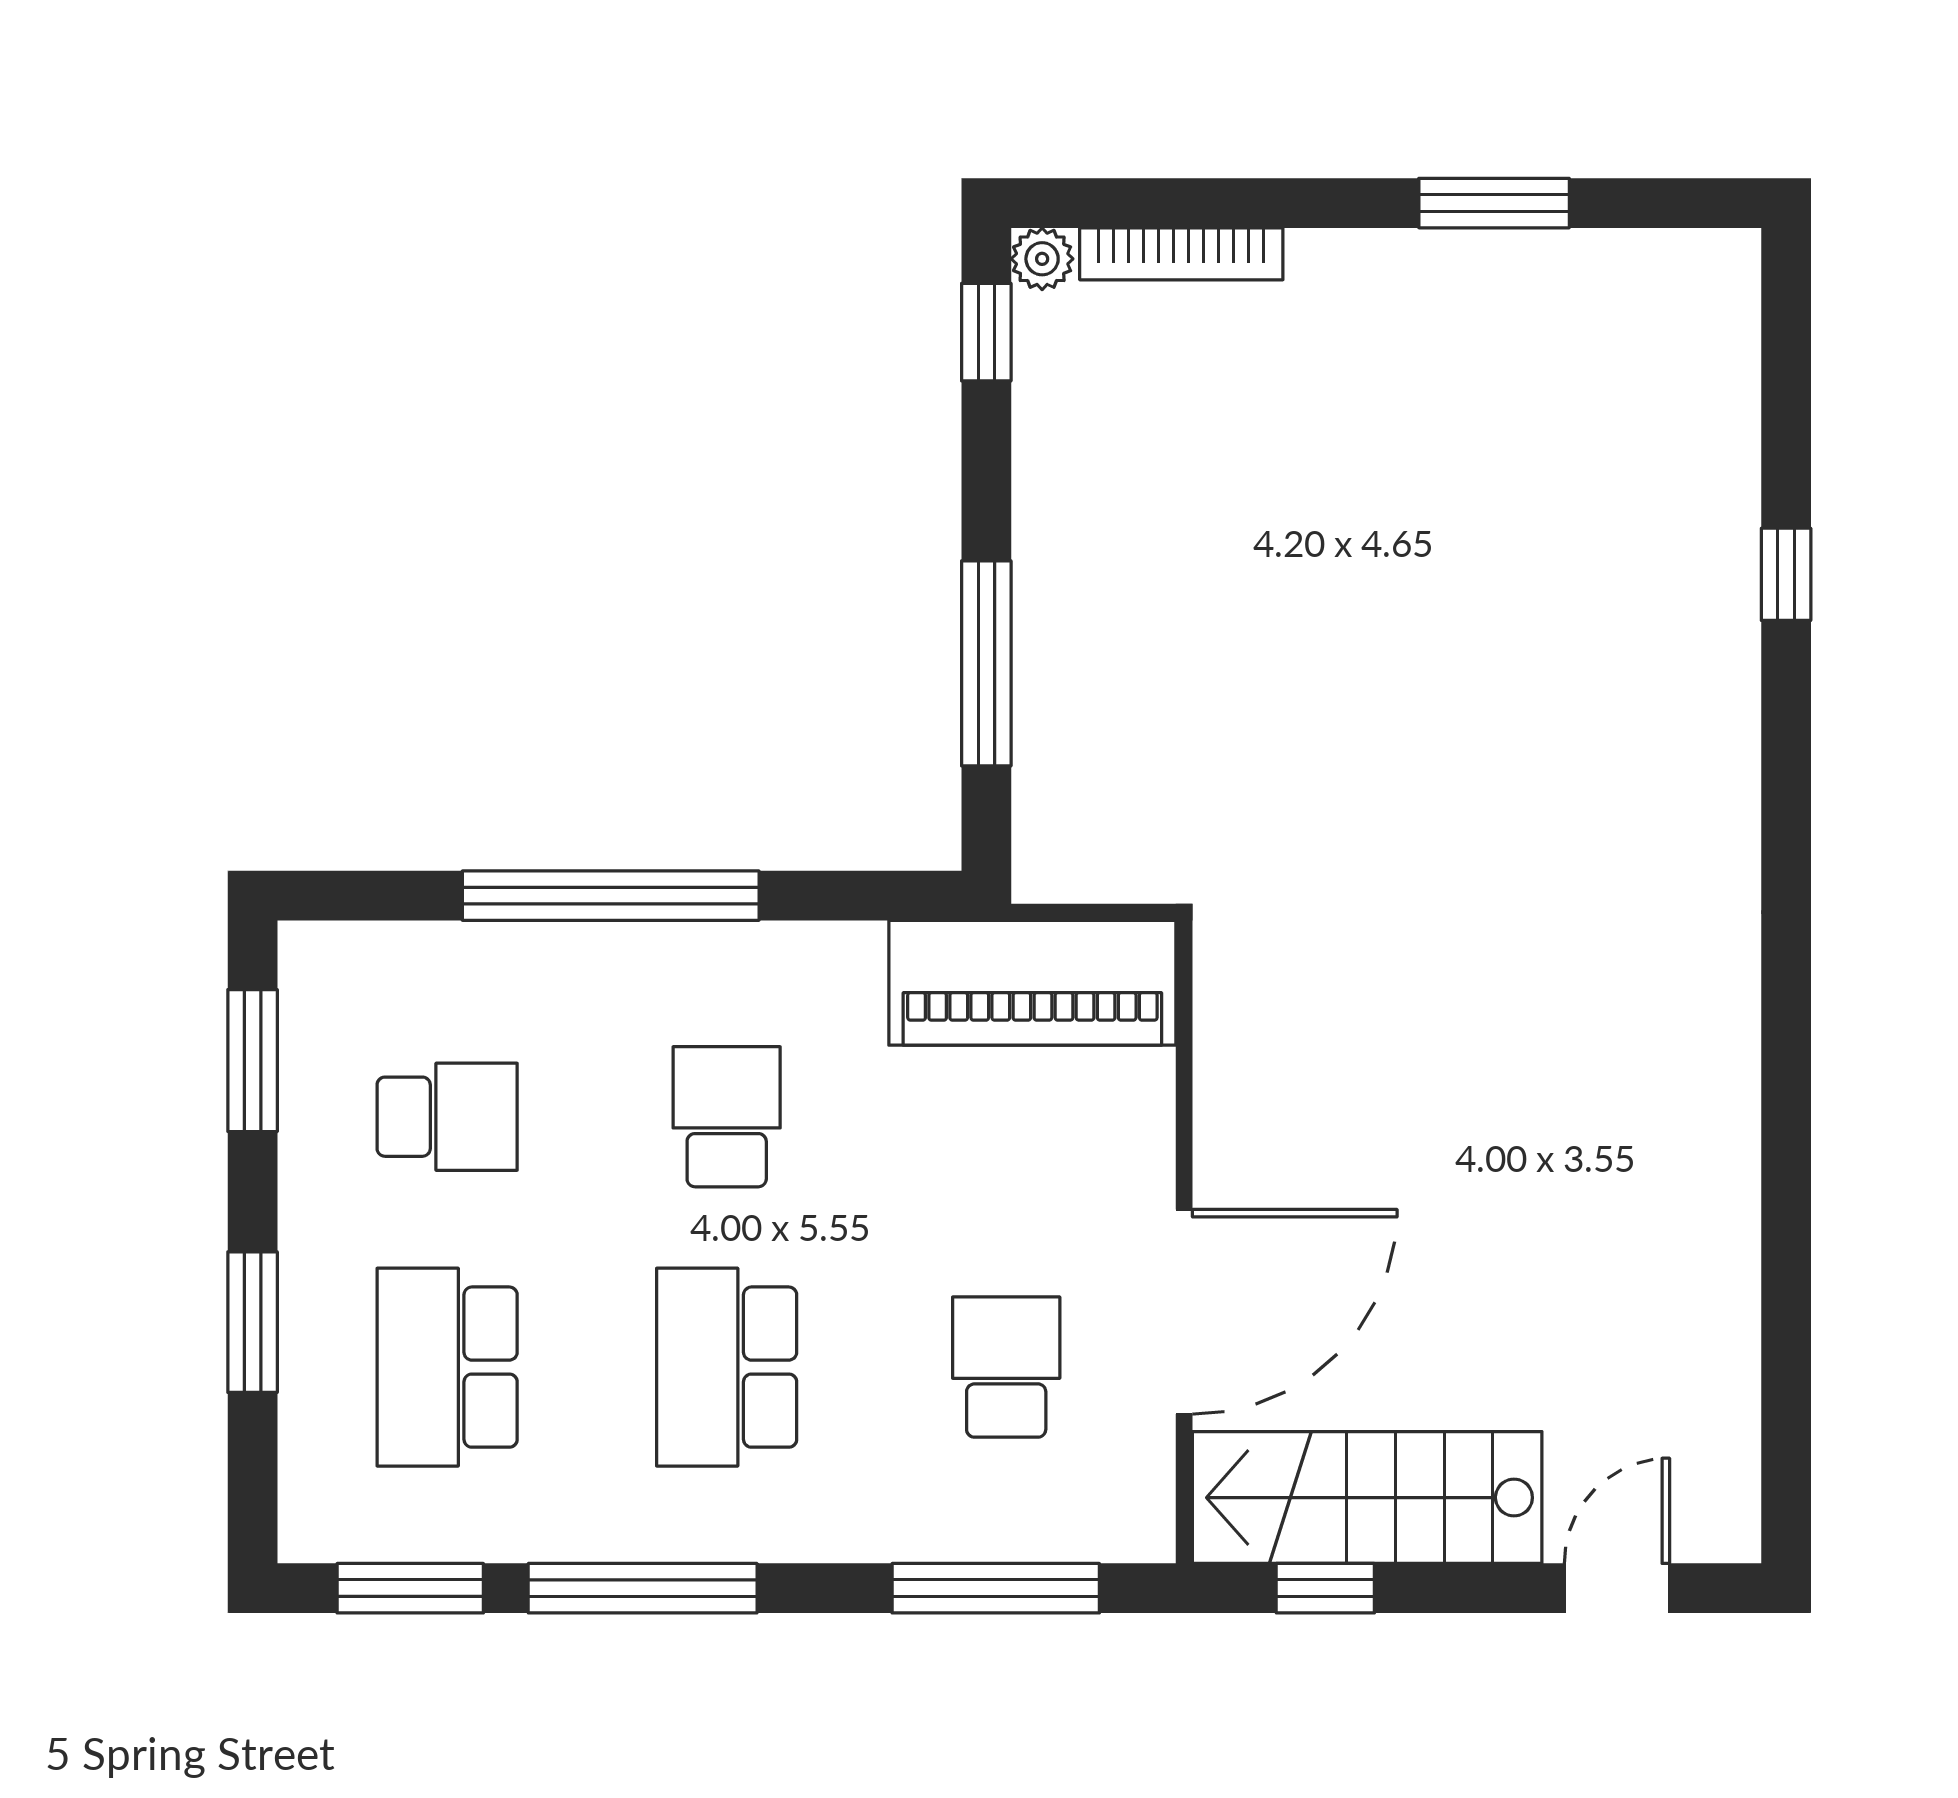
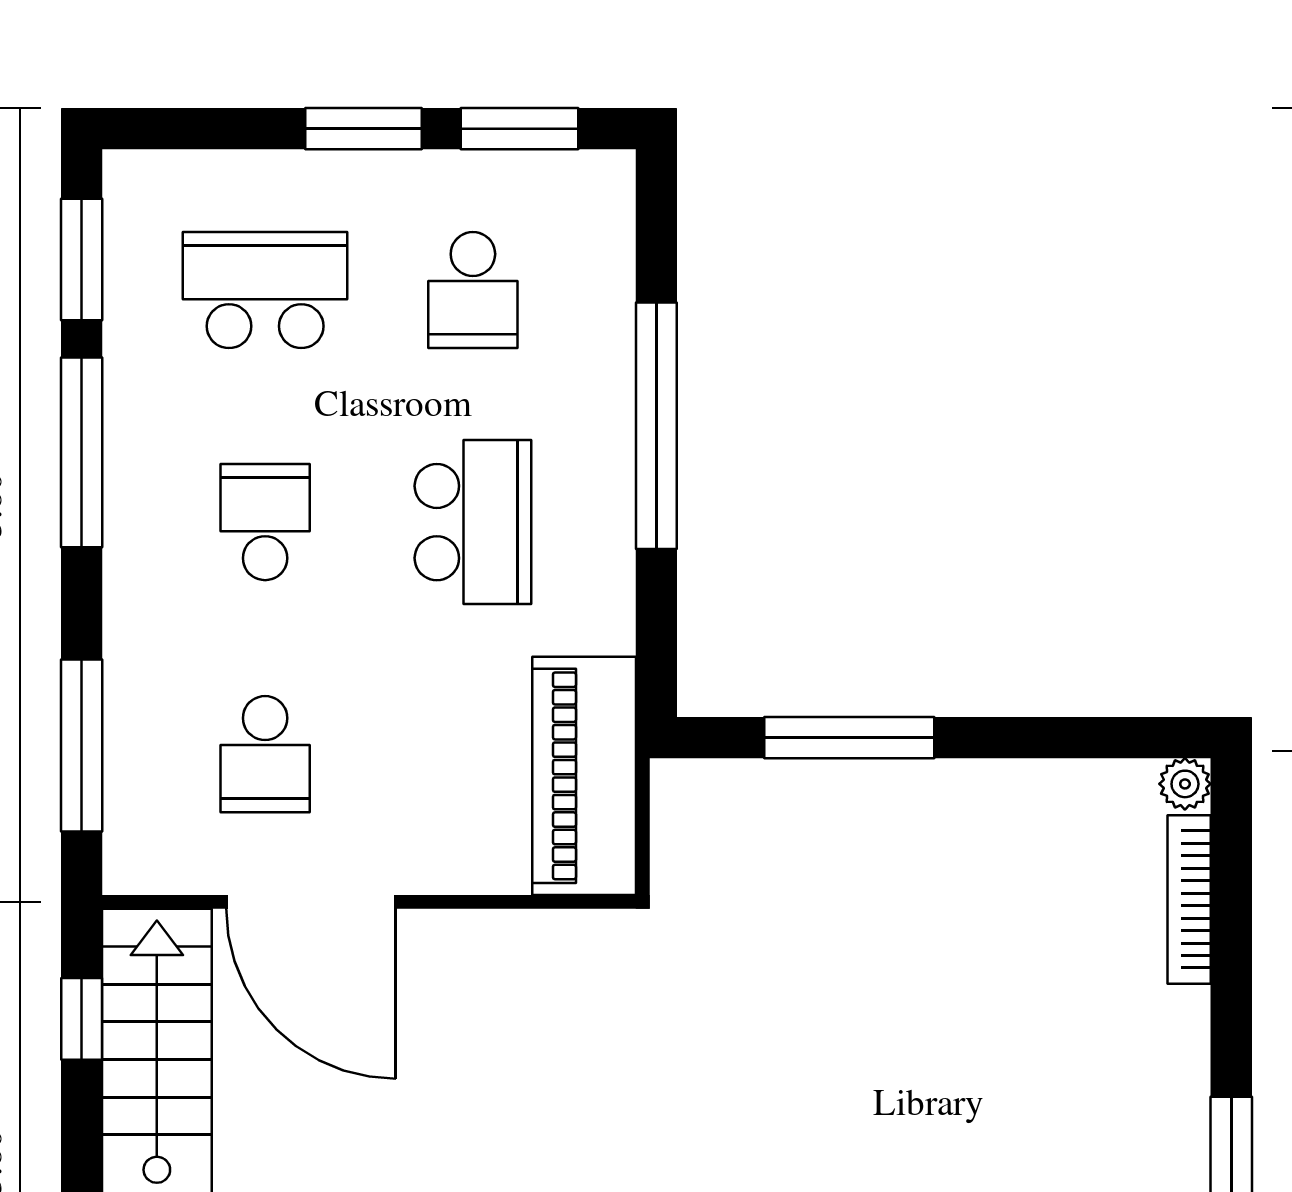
window: (986, 332) -> (1124, 738), removed
school desk: (727, 1117) -> (473, 522), width x1.85
window: (253, 1322) -> (364, 129), moved
school desk: (727, 1367) -> (265, 522), width x0.54
school desk: (1006, 1367) -> (265, 754), turned 90

